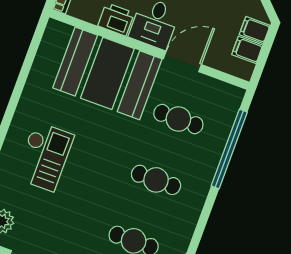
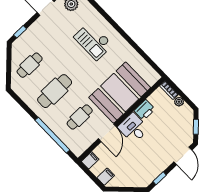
filing cabinet: (247, 50) -> (90, 160), moved
cafe table: (156, 180) -> (55, 91), width x1.37, depth x1.35

